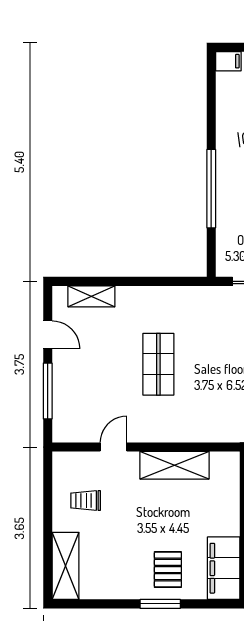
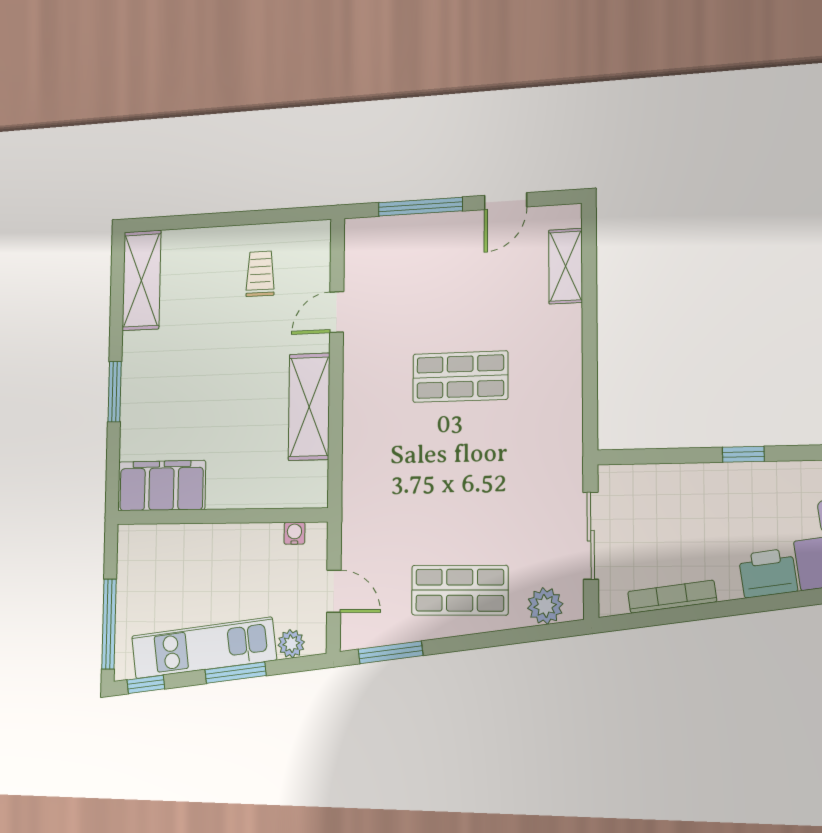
window: (211, 189) -> (743, 454), width x0.32
door: (113, 447) -> (337, 312), swing flipped
shelving: (66, 566) -> (141, 280), moved, turned 90
pallet: (168, 570) -> (161, 402), removed

